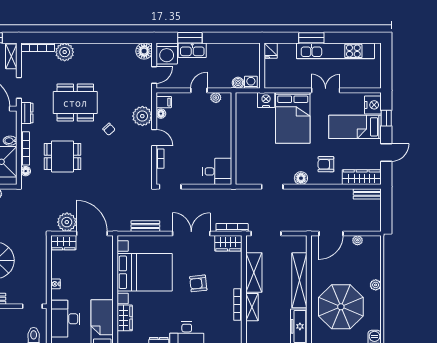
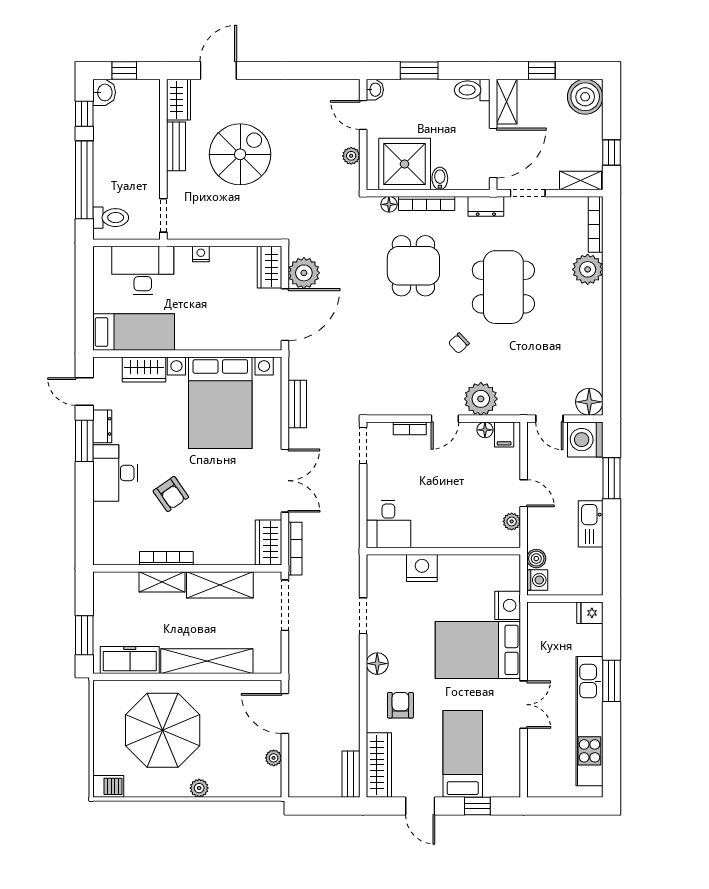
kitchen sink: (192, 50) -> (591, 524), moved
nightstand: (373, 105) -> (422, 568), moved, turned 180
armchair: (198, 283) -> (171, 494), moved, turned 151

